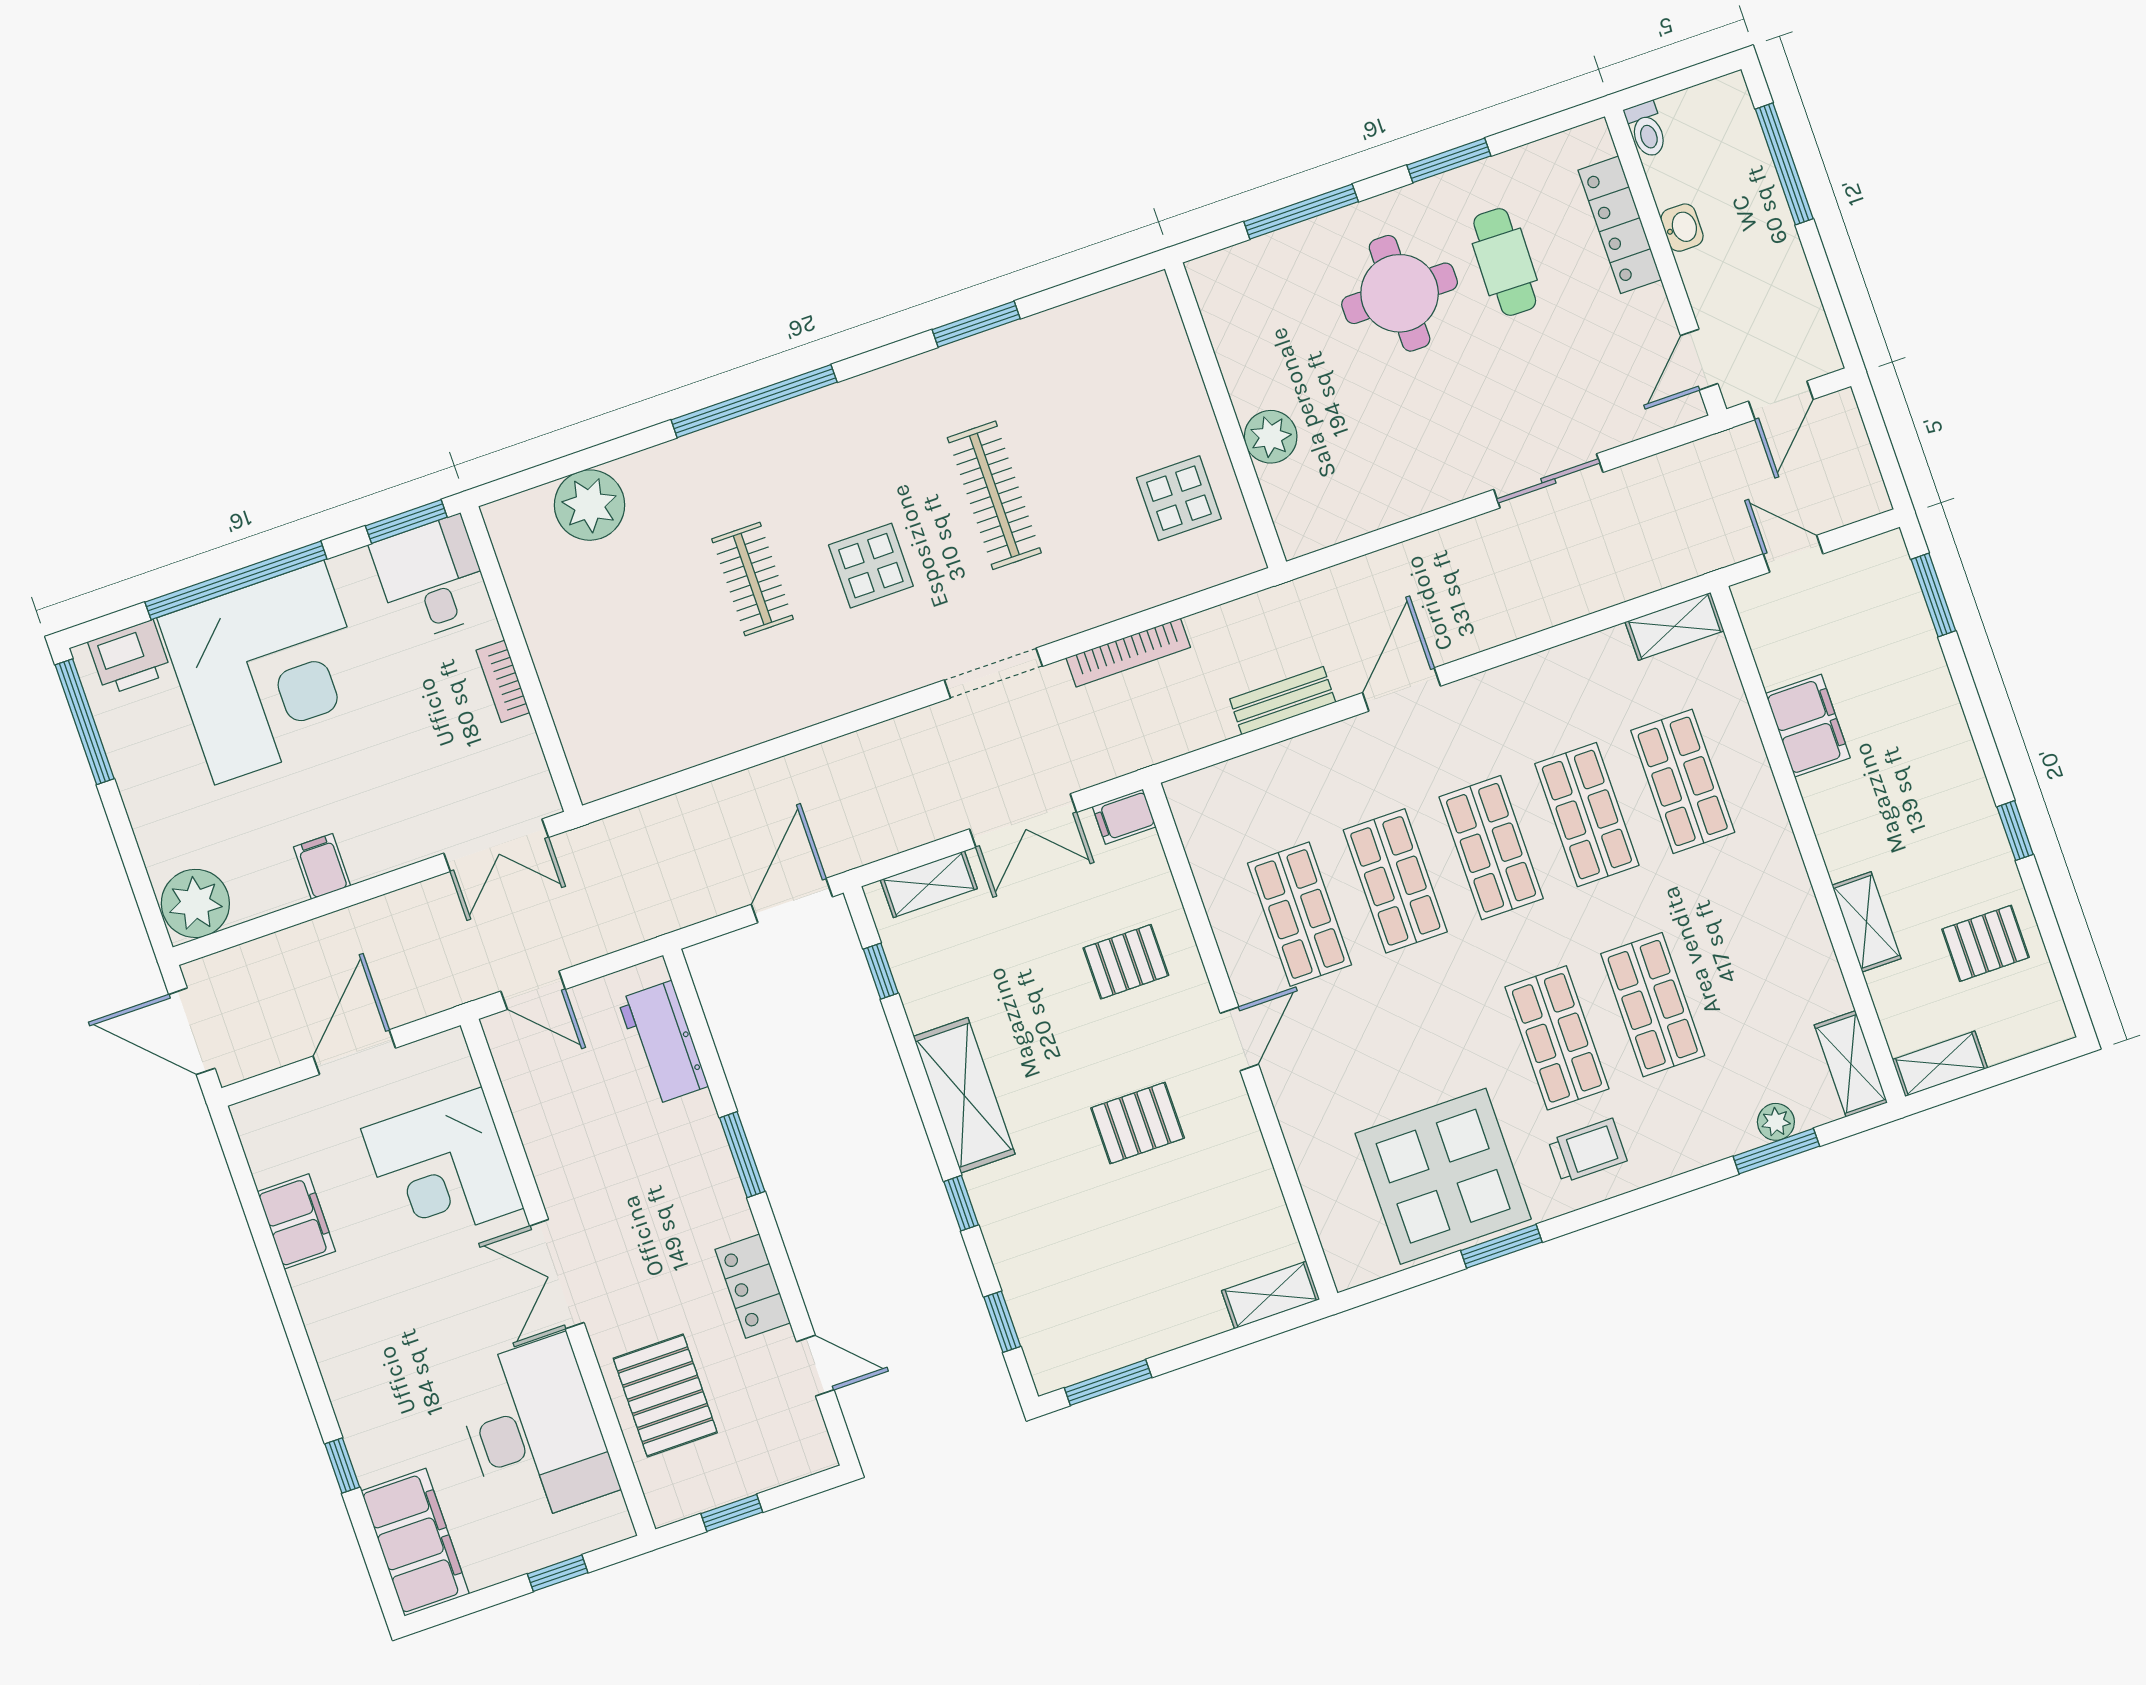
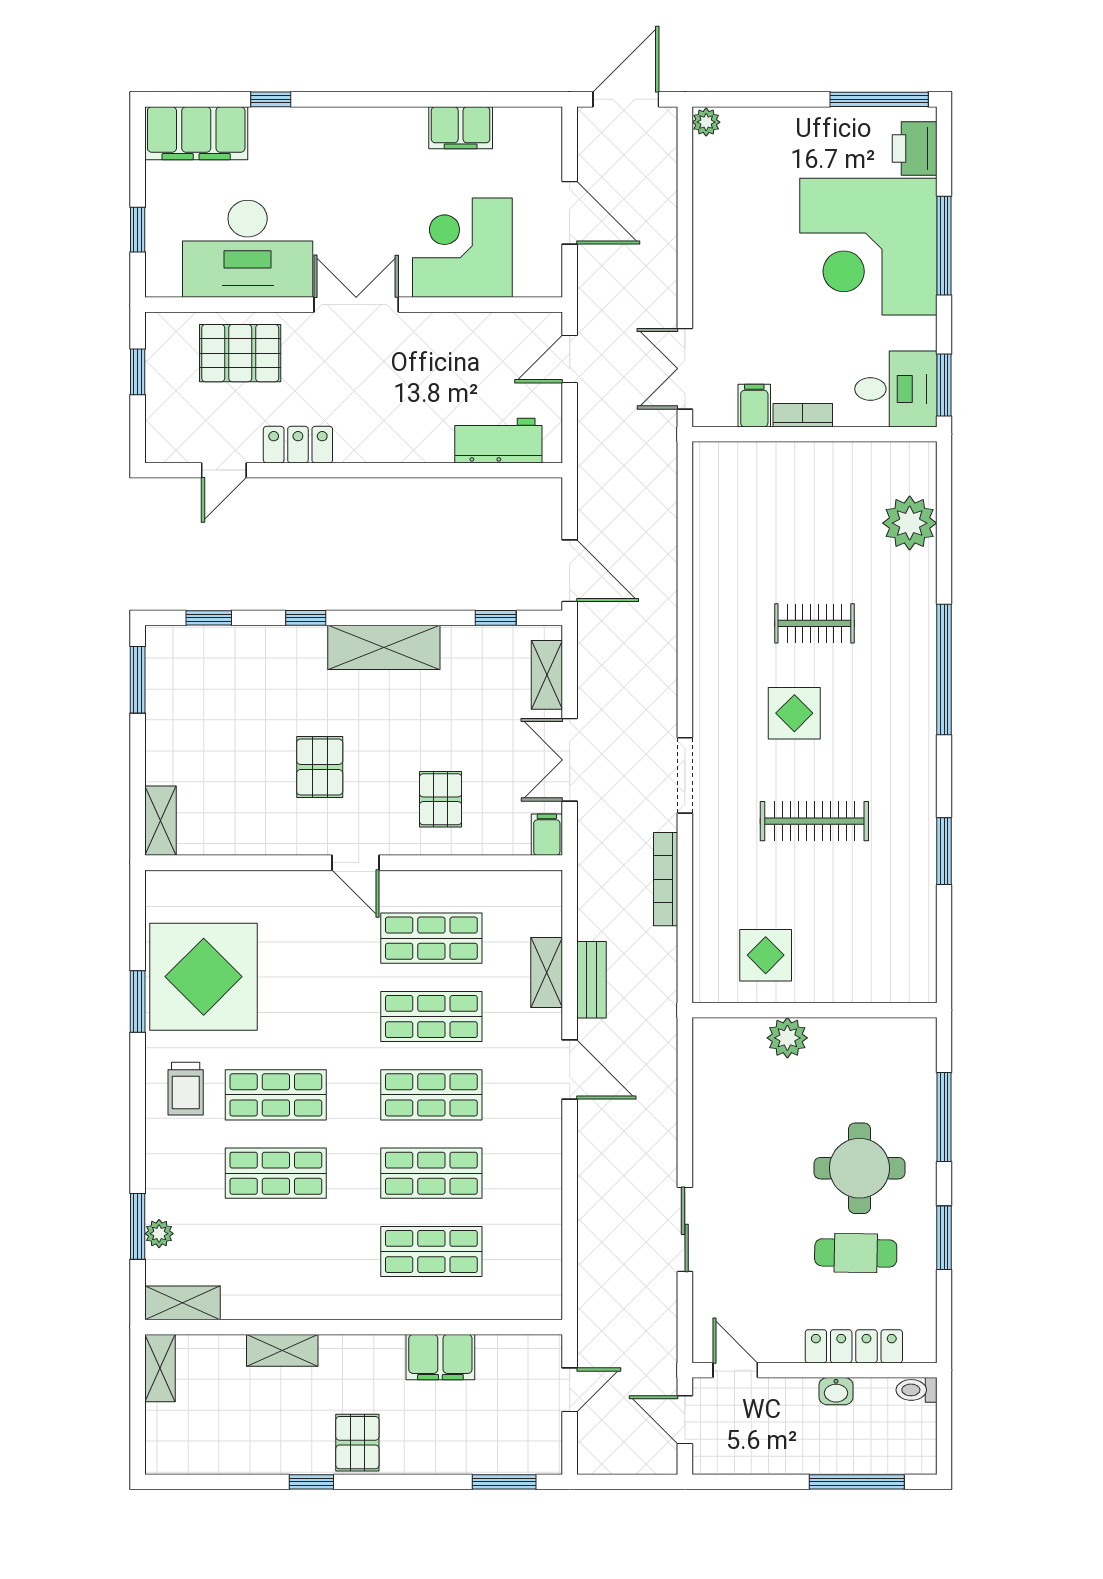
window: (236, 580) -> (944, 246), width x0.68
shelving: (1675, 626) -> (547, 972), moved
filing cabinet: (322, 866) -> (754, 406), moved, turned -90
plant: (195, 903) -> (706, 122), width x0.53, depth x0.53
pallet: (1986, 943) -> (357, 1443), moved
window: (742, 1155) -> (397, 470), removed

